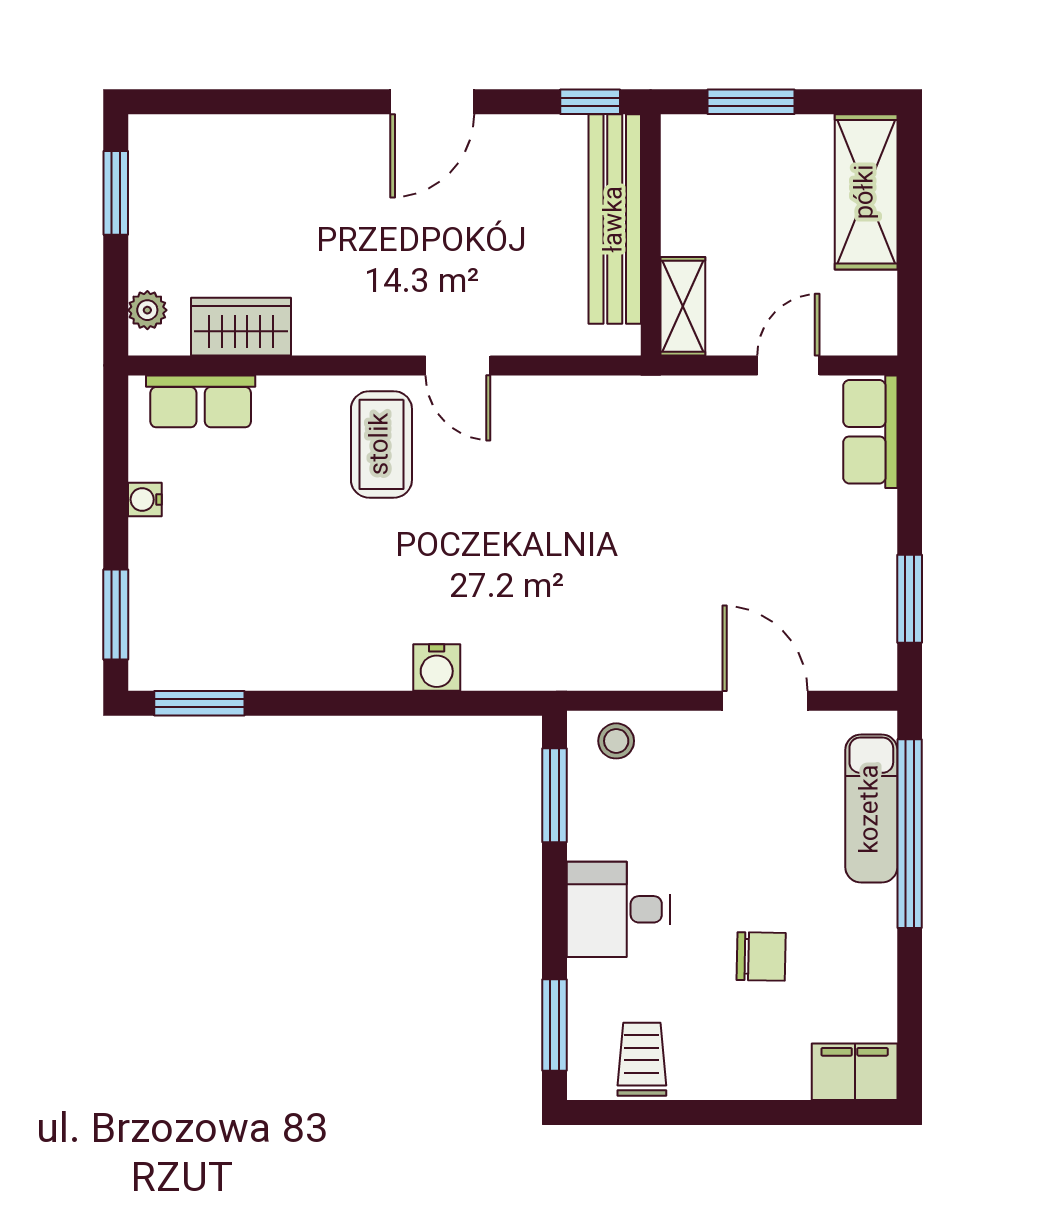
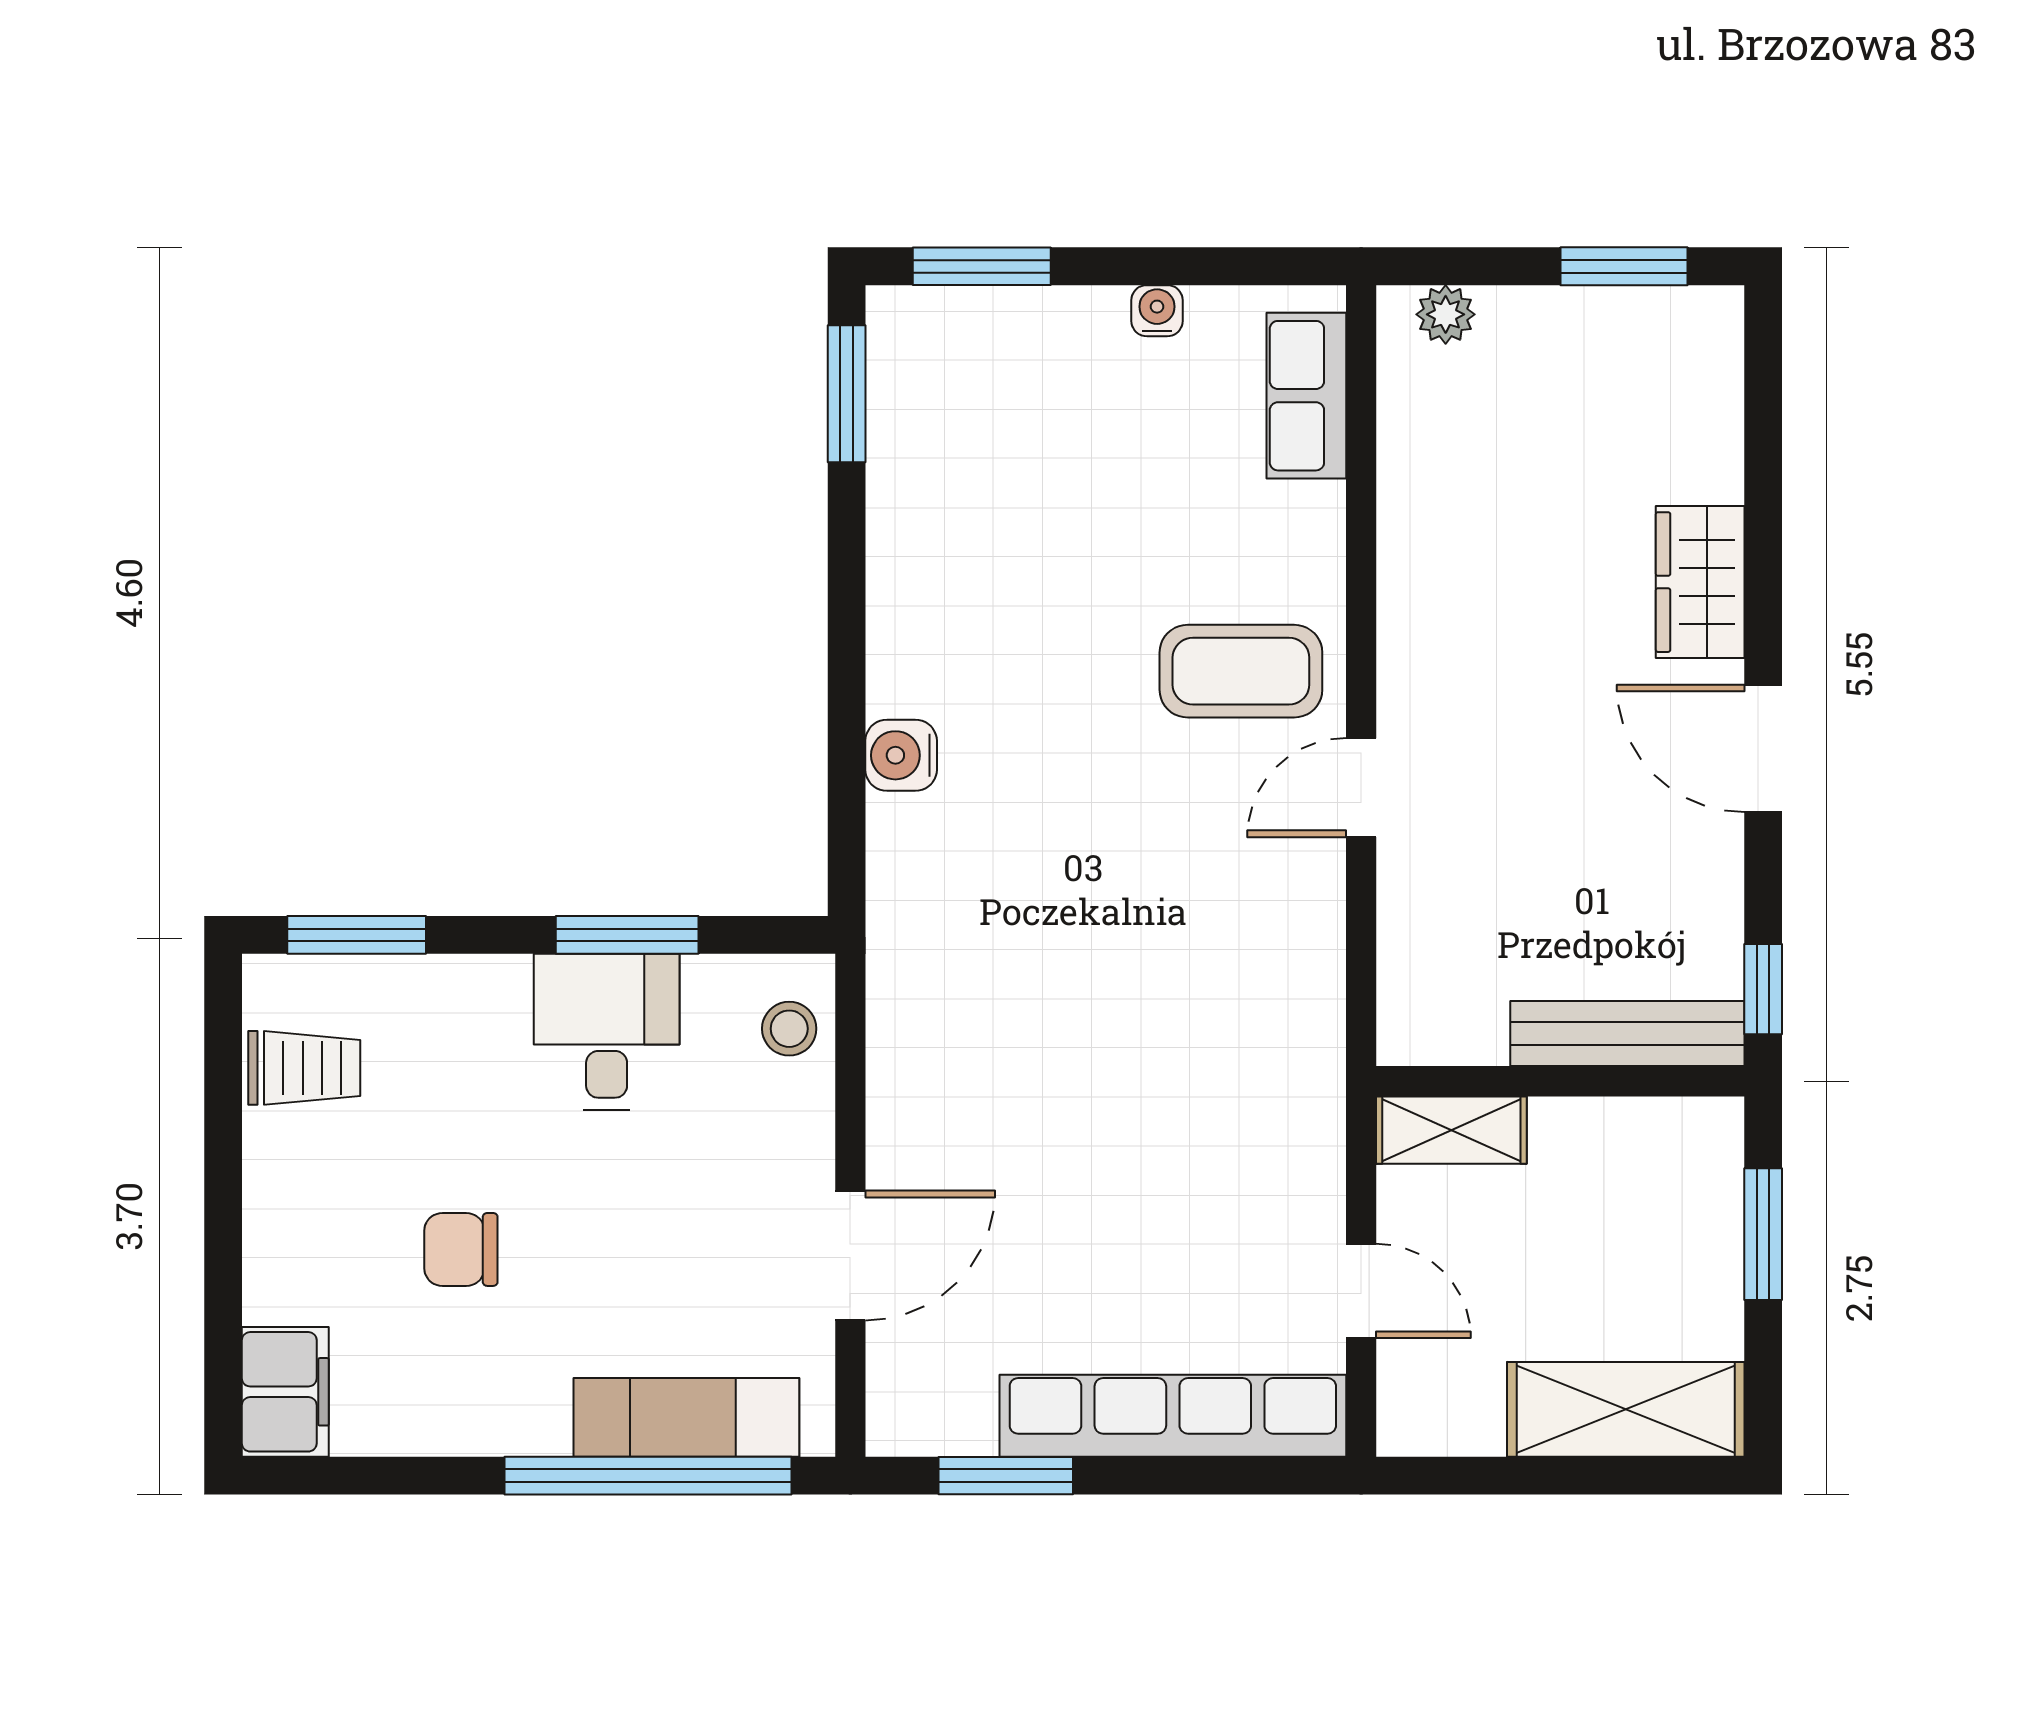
bench: (615, 219) -> (1627, 1033), width x0.73, depth x0.82
wardrobe: (241, 327) -> (1700, 582), moved, turned 180
row of seats: (870, 432) -> (1173, 1416), width x2.02
window: (555, 795) -> (627, 935), moved
desk: (618, 909) -> (607, 1032), moved
chair: (761, 956) -> (461, 1249), turned 89

